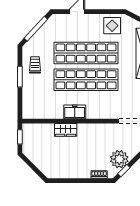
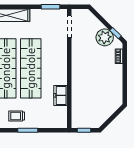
freezer: (75, 112) -> (61, 95), moved
wardrobe: (66, 130) -> (77, 87), removed

